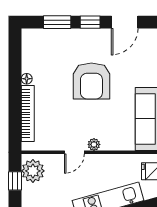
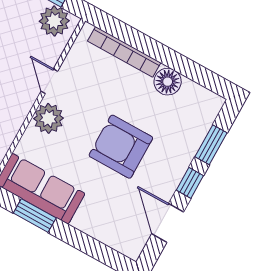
floor lamp: (27, 79) -> (168, 82), width x1.89, depth x1.89
plant: (94, 144) -> (48, 118), width x1.87, depth x1.87

